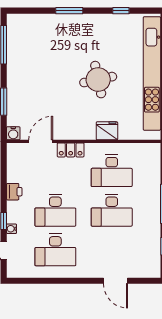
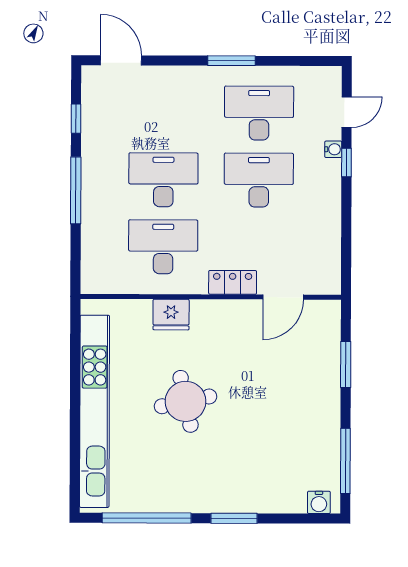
window: (121, 11) -> (147, 518), width x3.17
water cooler: (13, 133) -> (319, 502), moved, turned 180
printer: (14, 192) -> (328, 212), removed
window: (72, 281) -> (232, 61), added
door: (116, 281) -> (121, 60), moved

